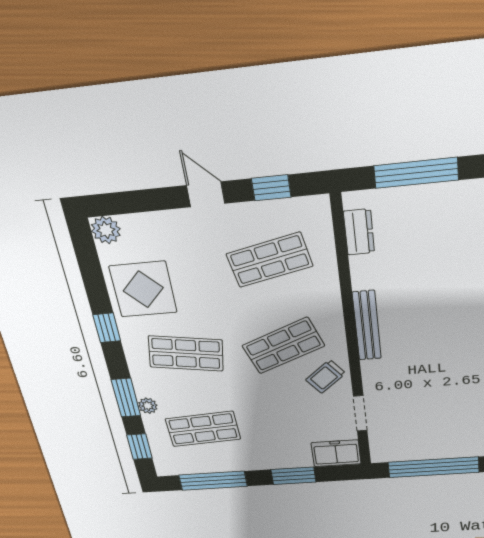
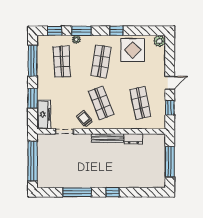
dresser: (359, 232) -> (133, 139), moved
freezer: (336, 453) -> (44, 115), width x1.40

